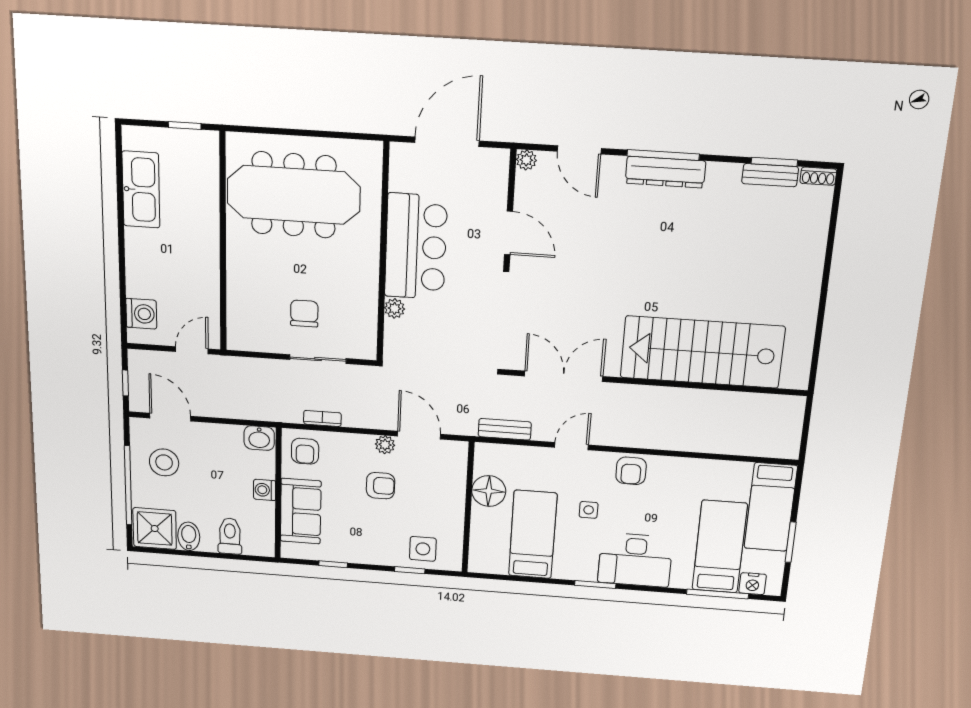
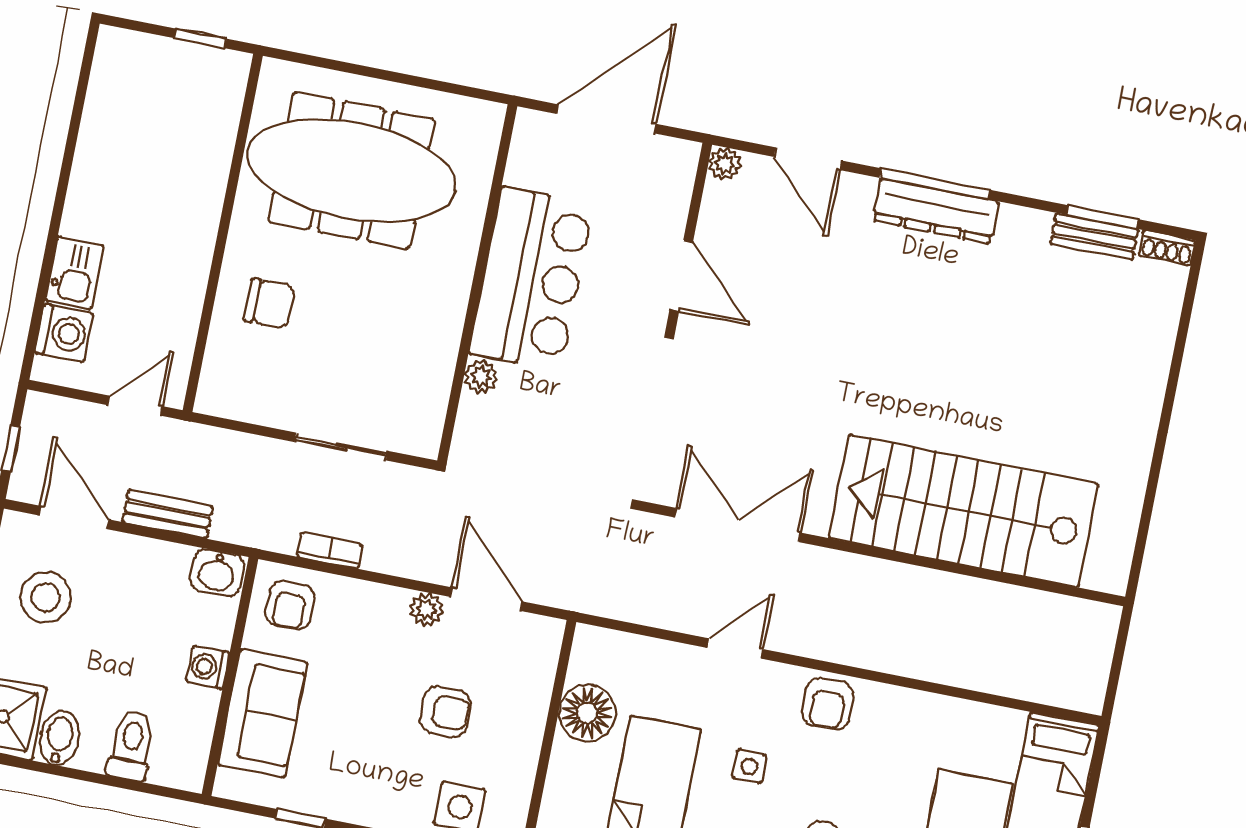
kitchen sink: (141, 190) -> (74, 273), moved, width x0.53, depth x0.81
chair: (304, 313) -> (270, 303), moved, turned 90
bench: (505, 429) -> (168, 514), moved
armchair: (381, 486) -> (445, 712), moved

